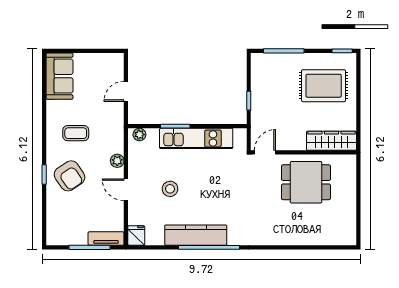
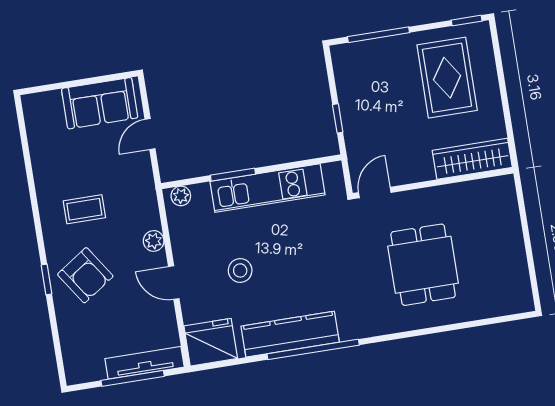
sofa: (59, 76) -> (100, 103), moved, turned 90
rug: (324, 86) -> (447, 78), turned 90
dining table: (306, 182) -> (423, 265), moved, turned 90
fridge: (136, 235) -> (211, 342), width x1.88, depth x1.34
tv unit: (106, 239) -> (145, 363), width x1.41

